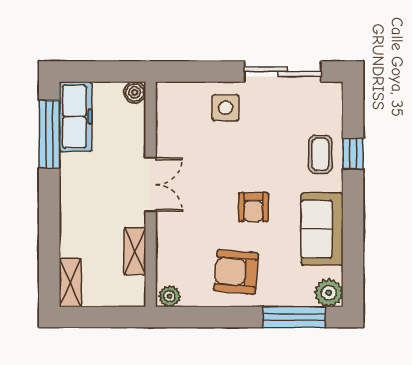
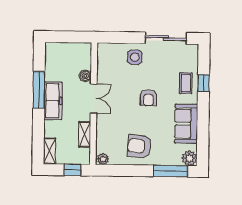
boiler: (135, 92) -> (85, 76), moved
freezer: (76, 117) -> (53, 101), moved
window: (49, 134) -> (39, 90), moved
armchair: (253, 207) -> (148, 98), moved
window: (113, 317) -> (72, 170), added

